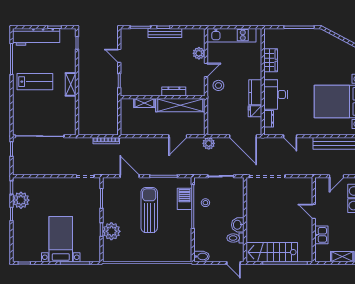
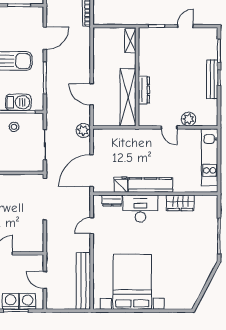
stool: (218, 85) -> (151, 142), removed
kitchen counter: (255, 92) -> (150, 185), width x1.50
shelving: (144, 103) -> (130, 41), moved

